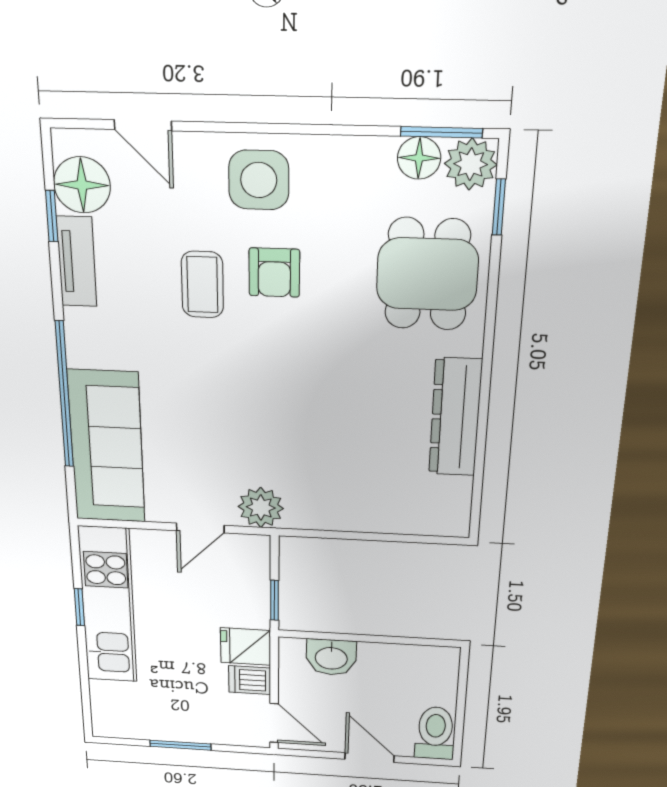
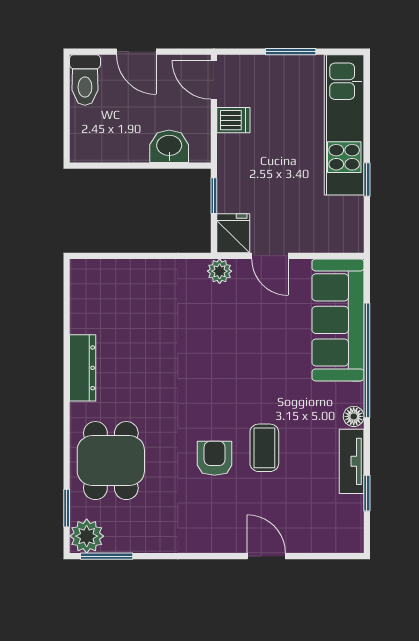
door: (143, 125) -> (266, 556), moved
floor lamp: (419, 158) -> (120, 539), removed
side table: (259, 180) -> (225, 522), removed
floor lamp: (82, 185) -> (354, 416), moved, width x0.53, depth x0.53
dresser: (455, 417) -> (83, 368), width x0.73, depth x0.80
plant: (261, 507) -> (220, 271), width x0.73, depth x0.73
door: (200, 528) -> (270, 256), swing flipped
kitchen unit: (108, 606) -> (344, 125), moved
fridge: (246, 647) -> (233, 233), moved, turned -90

